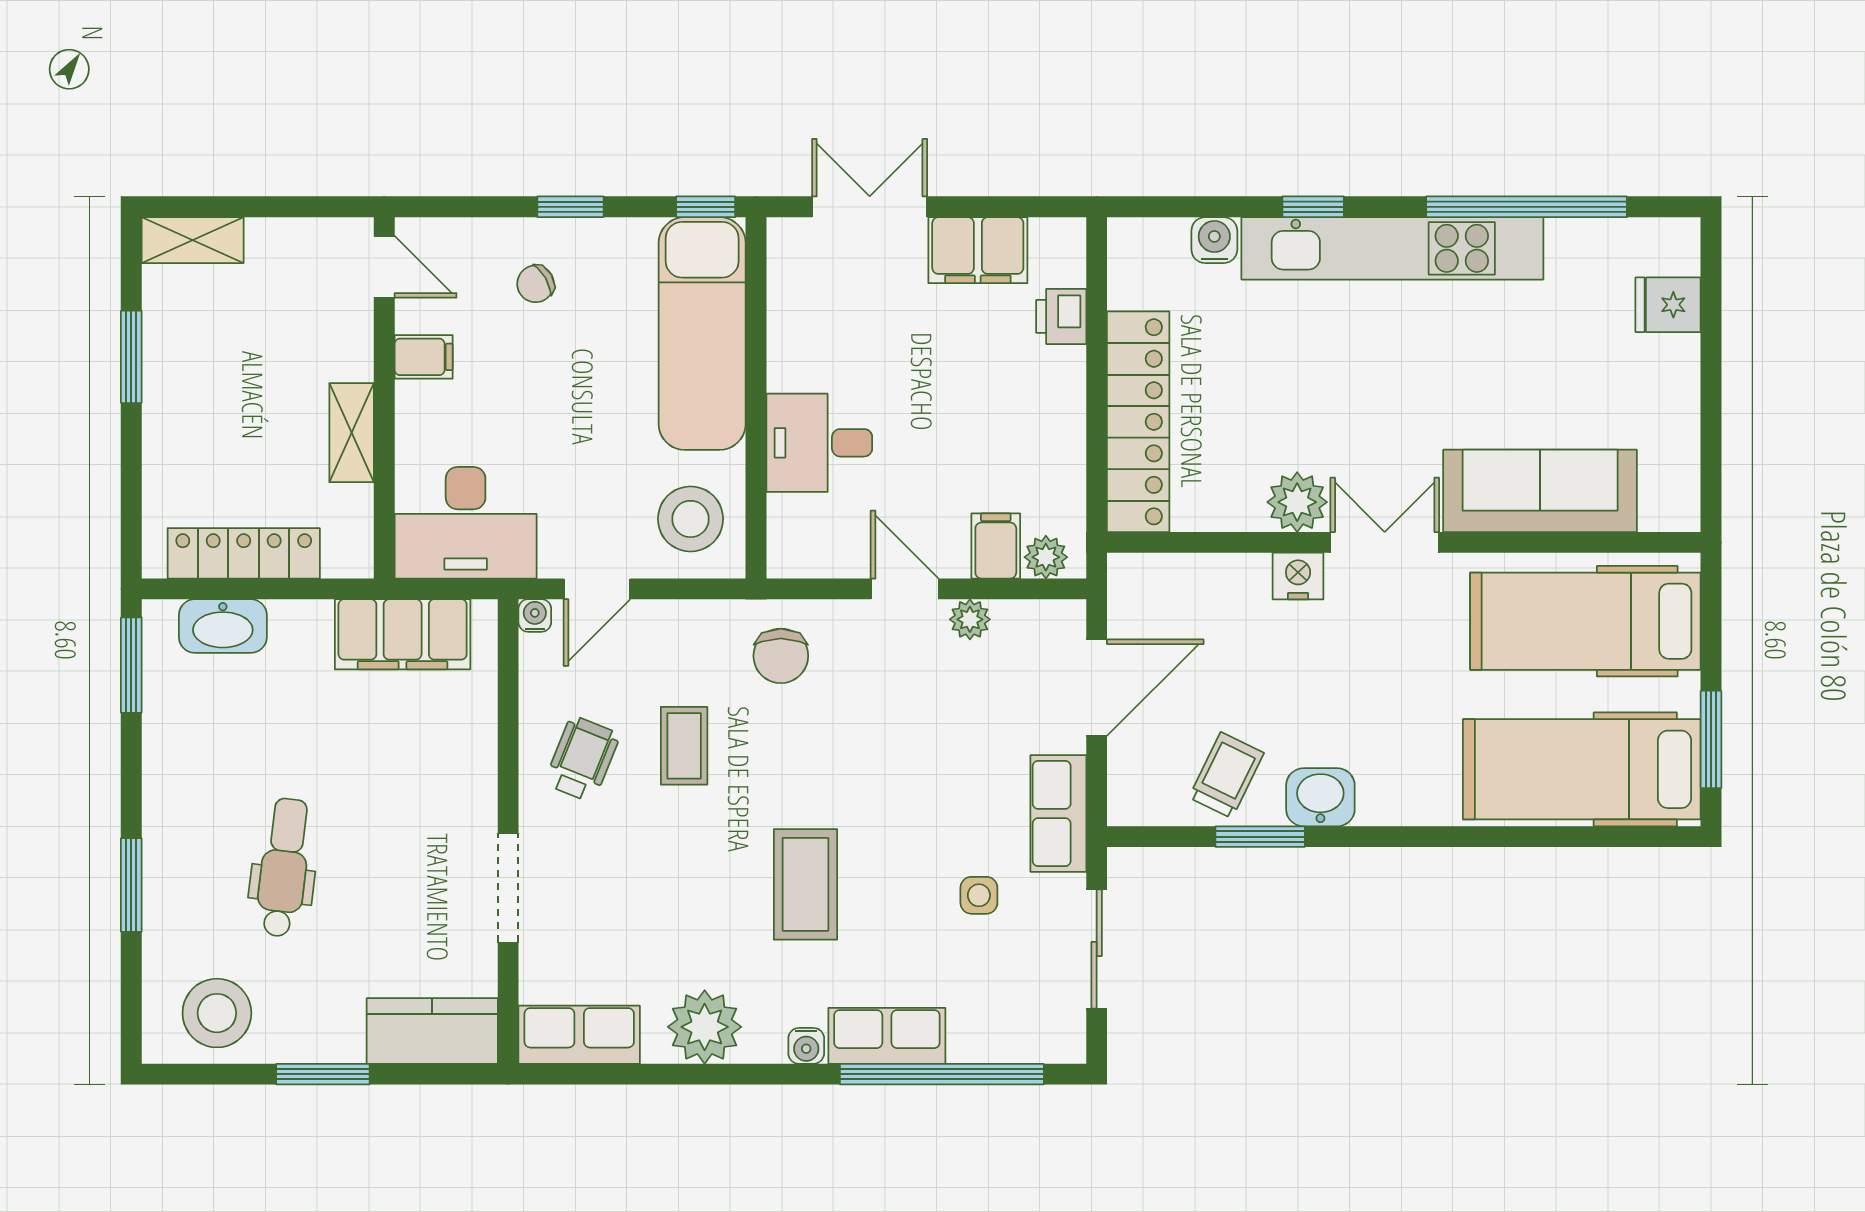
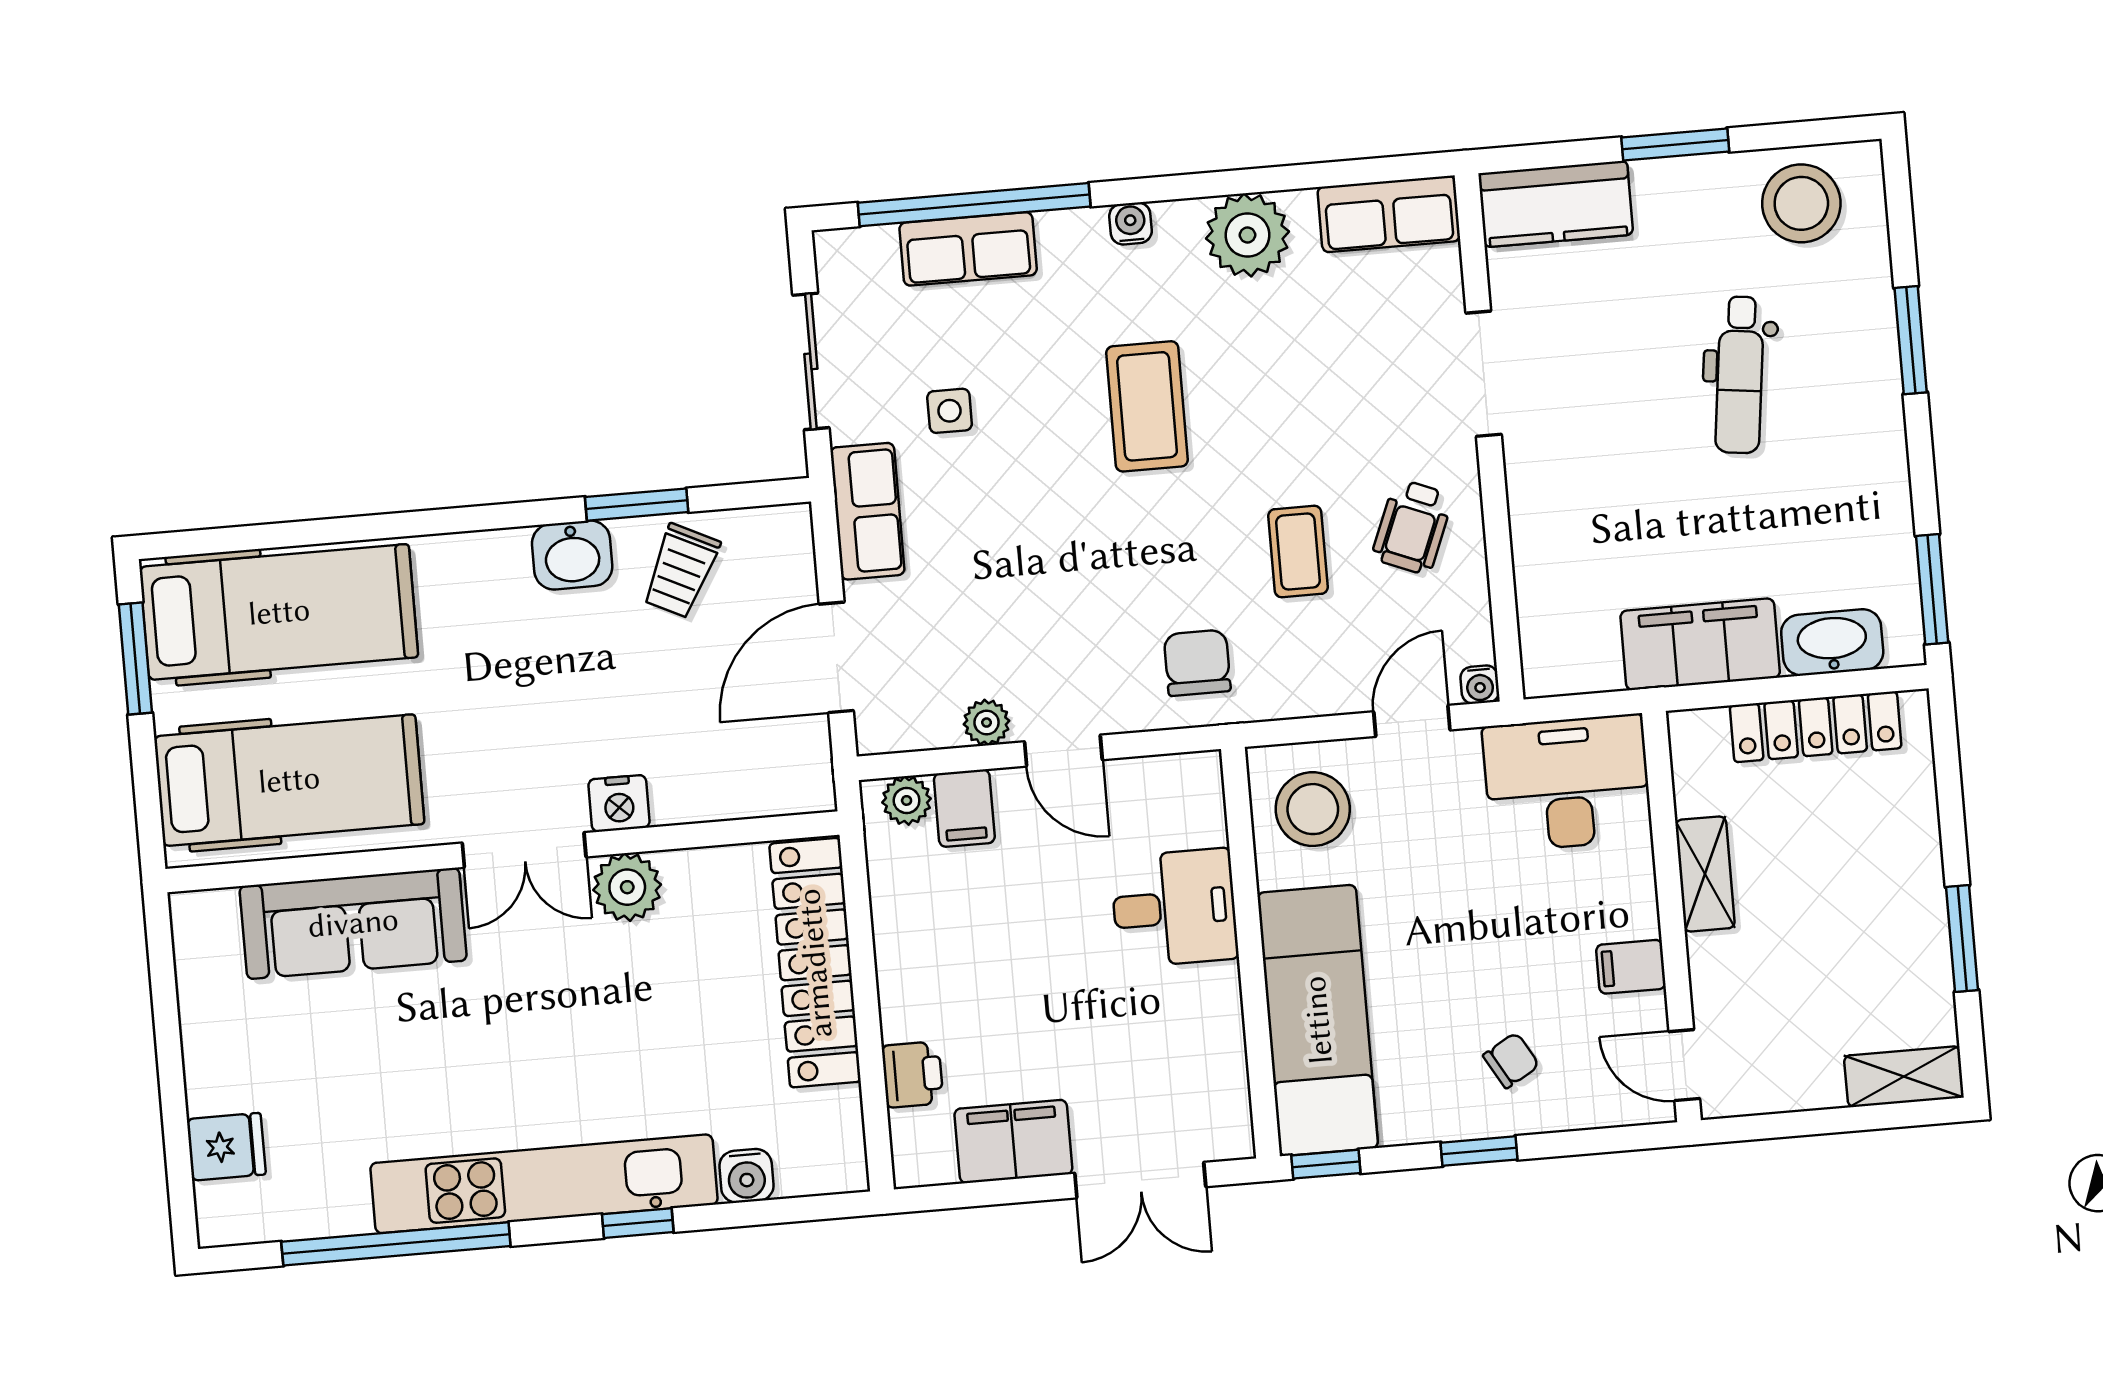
filing cabinet: (403, 634) -> (1700, 644), moved
row of seats: (887, 1036) -> (968, 249), moved

